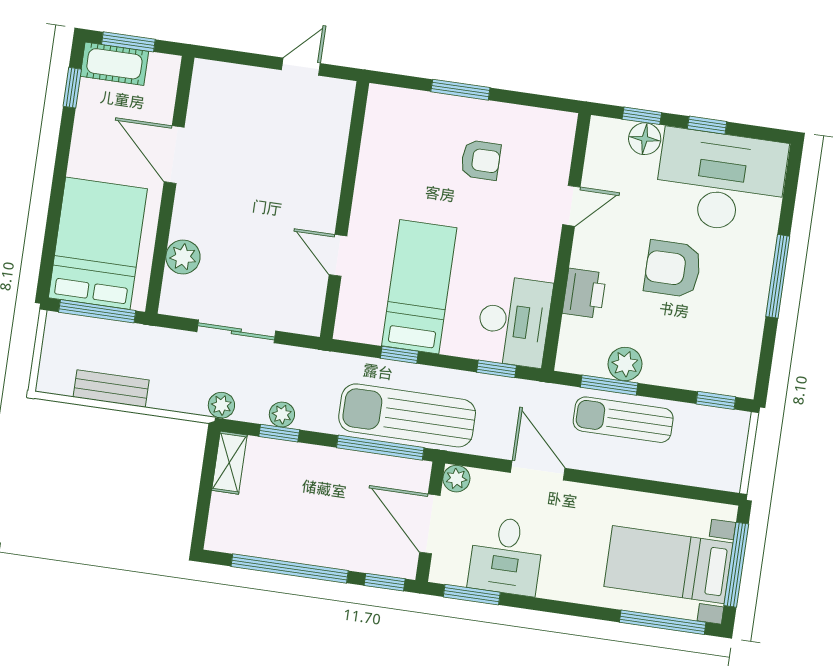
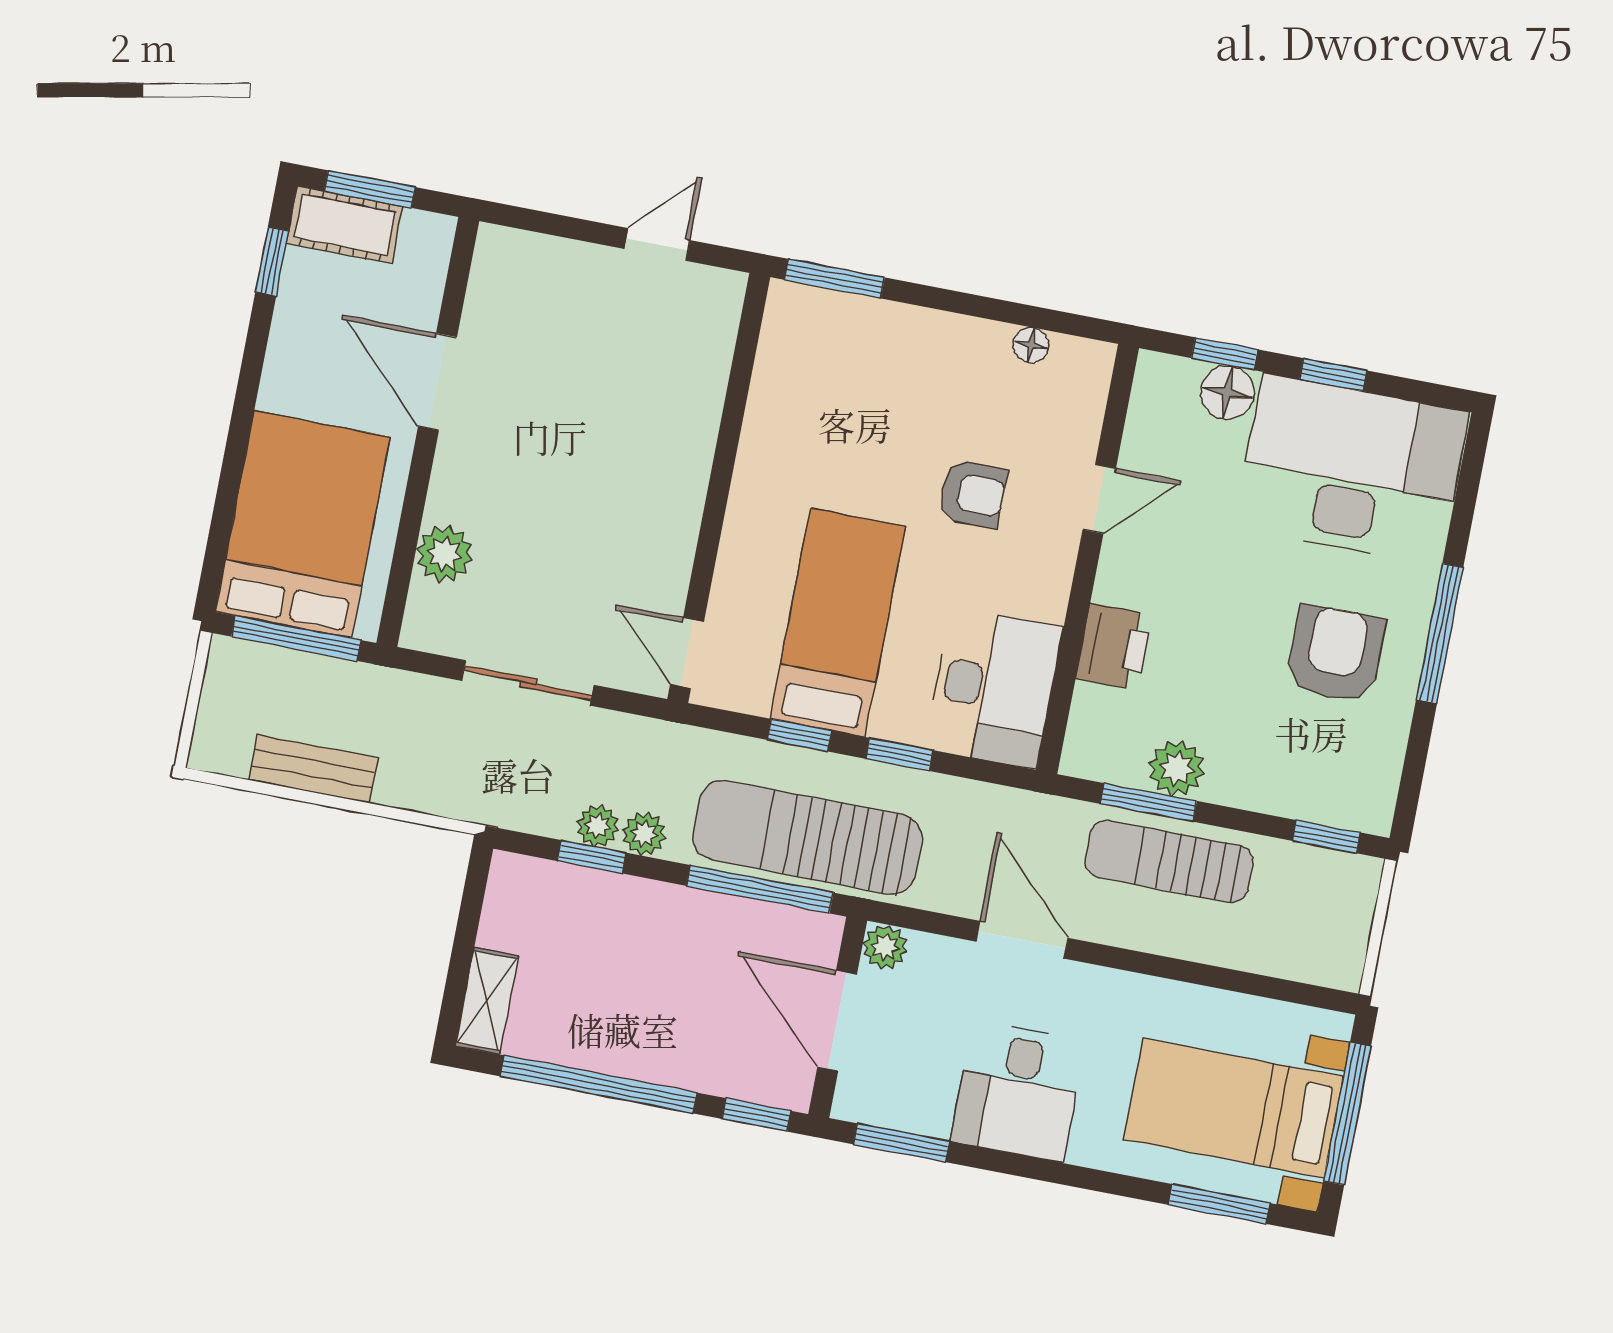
window: (460, 90) -> (835, 279), moved
floor lamp: (526, 116) -> (1031, 345), added
armchair: (481, 160) -> (973, 494), moved
door: (338, 255) -> (687, 653), moved
armchair: (673, 269) -> (1336, 654), moved, turned 90
window: (496, 369) -> (899, 754), moved
plant: (221, 405) -> (644, 834), moved
shelving: (229, 463) -> (487, 1001), moved
desk: (506, 556) -> (1018, 1091), moved
window: (663, 622) -> (1219, 1204), width x0.69

